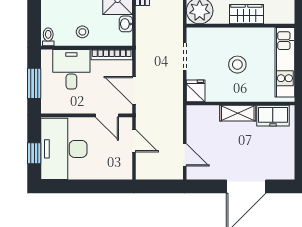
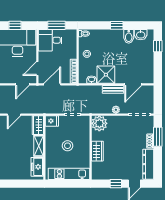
desk: (71, 69) -> (50, 40), moved, turned 180
wardrobe: (202, 114) -> (38, 125), added

